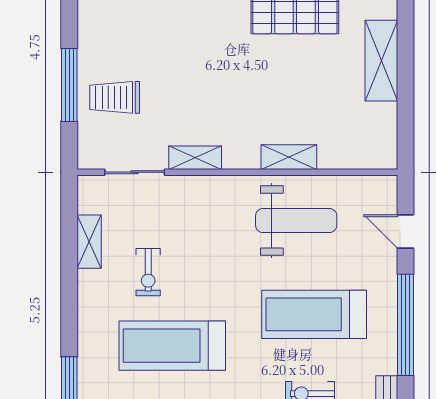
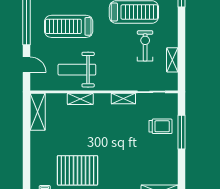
shelving: (381, 61) -> (38, 112), moved
exercise bike: (148, 272) -> (145, 46), width x1.38, depth x1.39
treadmill: (314, 314) -> (69, 26), turned 180

